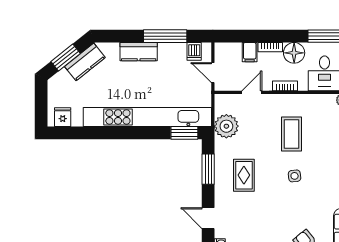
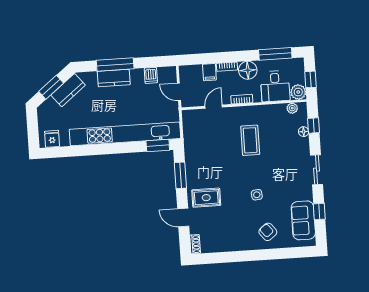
window: (165, 36) -> (115, 65), moved
dishwasher: (194, 51) -> (151, 75), moved
plant: (226, 126) -> (194, 137), removed
rug: (244, 175) -> (206, 198), moved, turned 90
side table: (295, 176) -> (257, 195), moved

